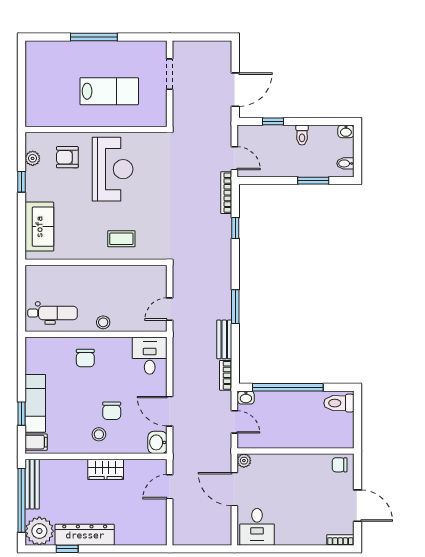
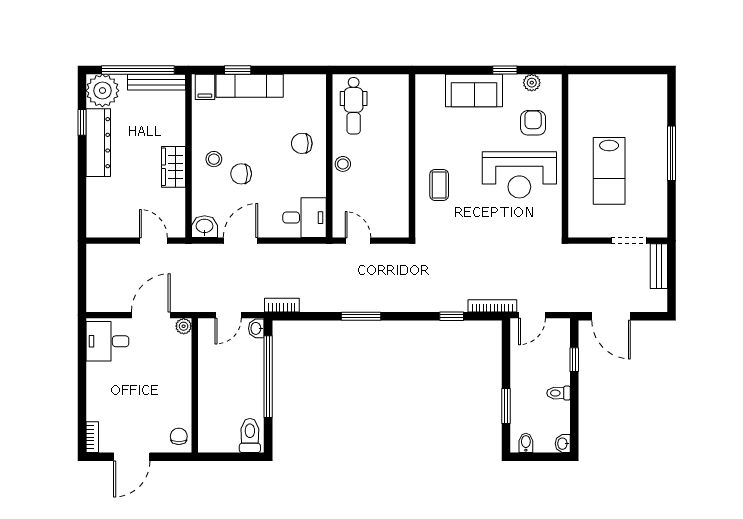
sofa: (39, 227) -> (474, 90), moved
bench: (224, 339) -> (659, 266), moved, turned 90

